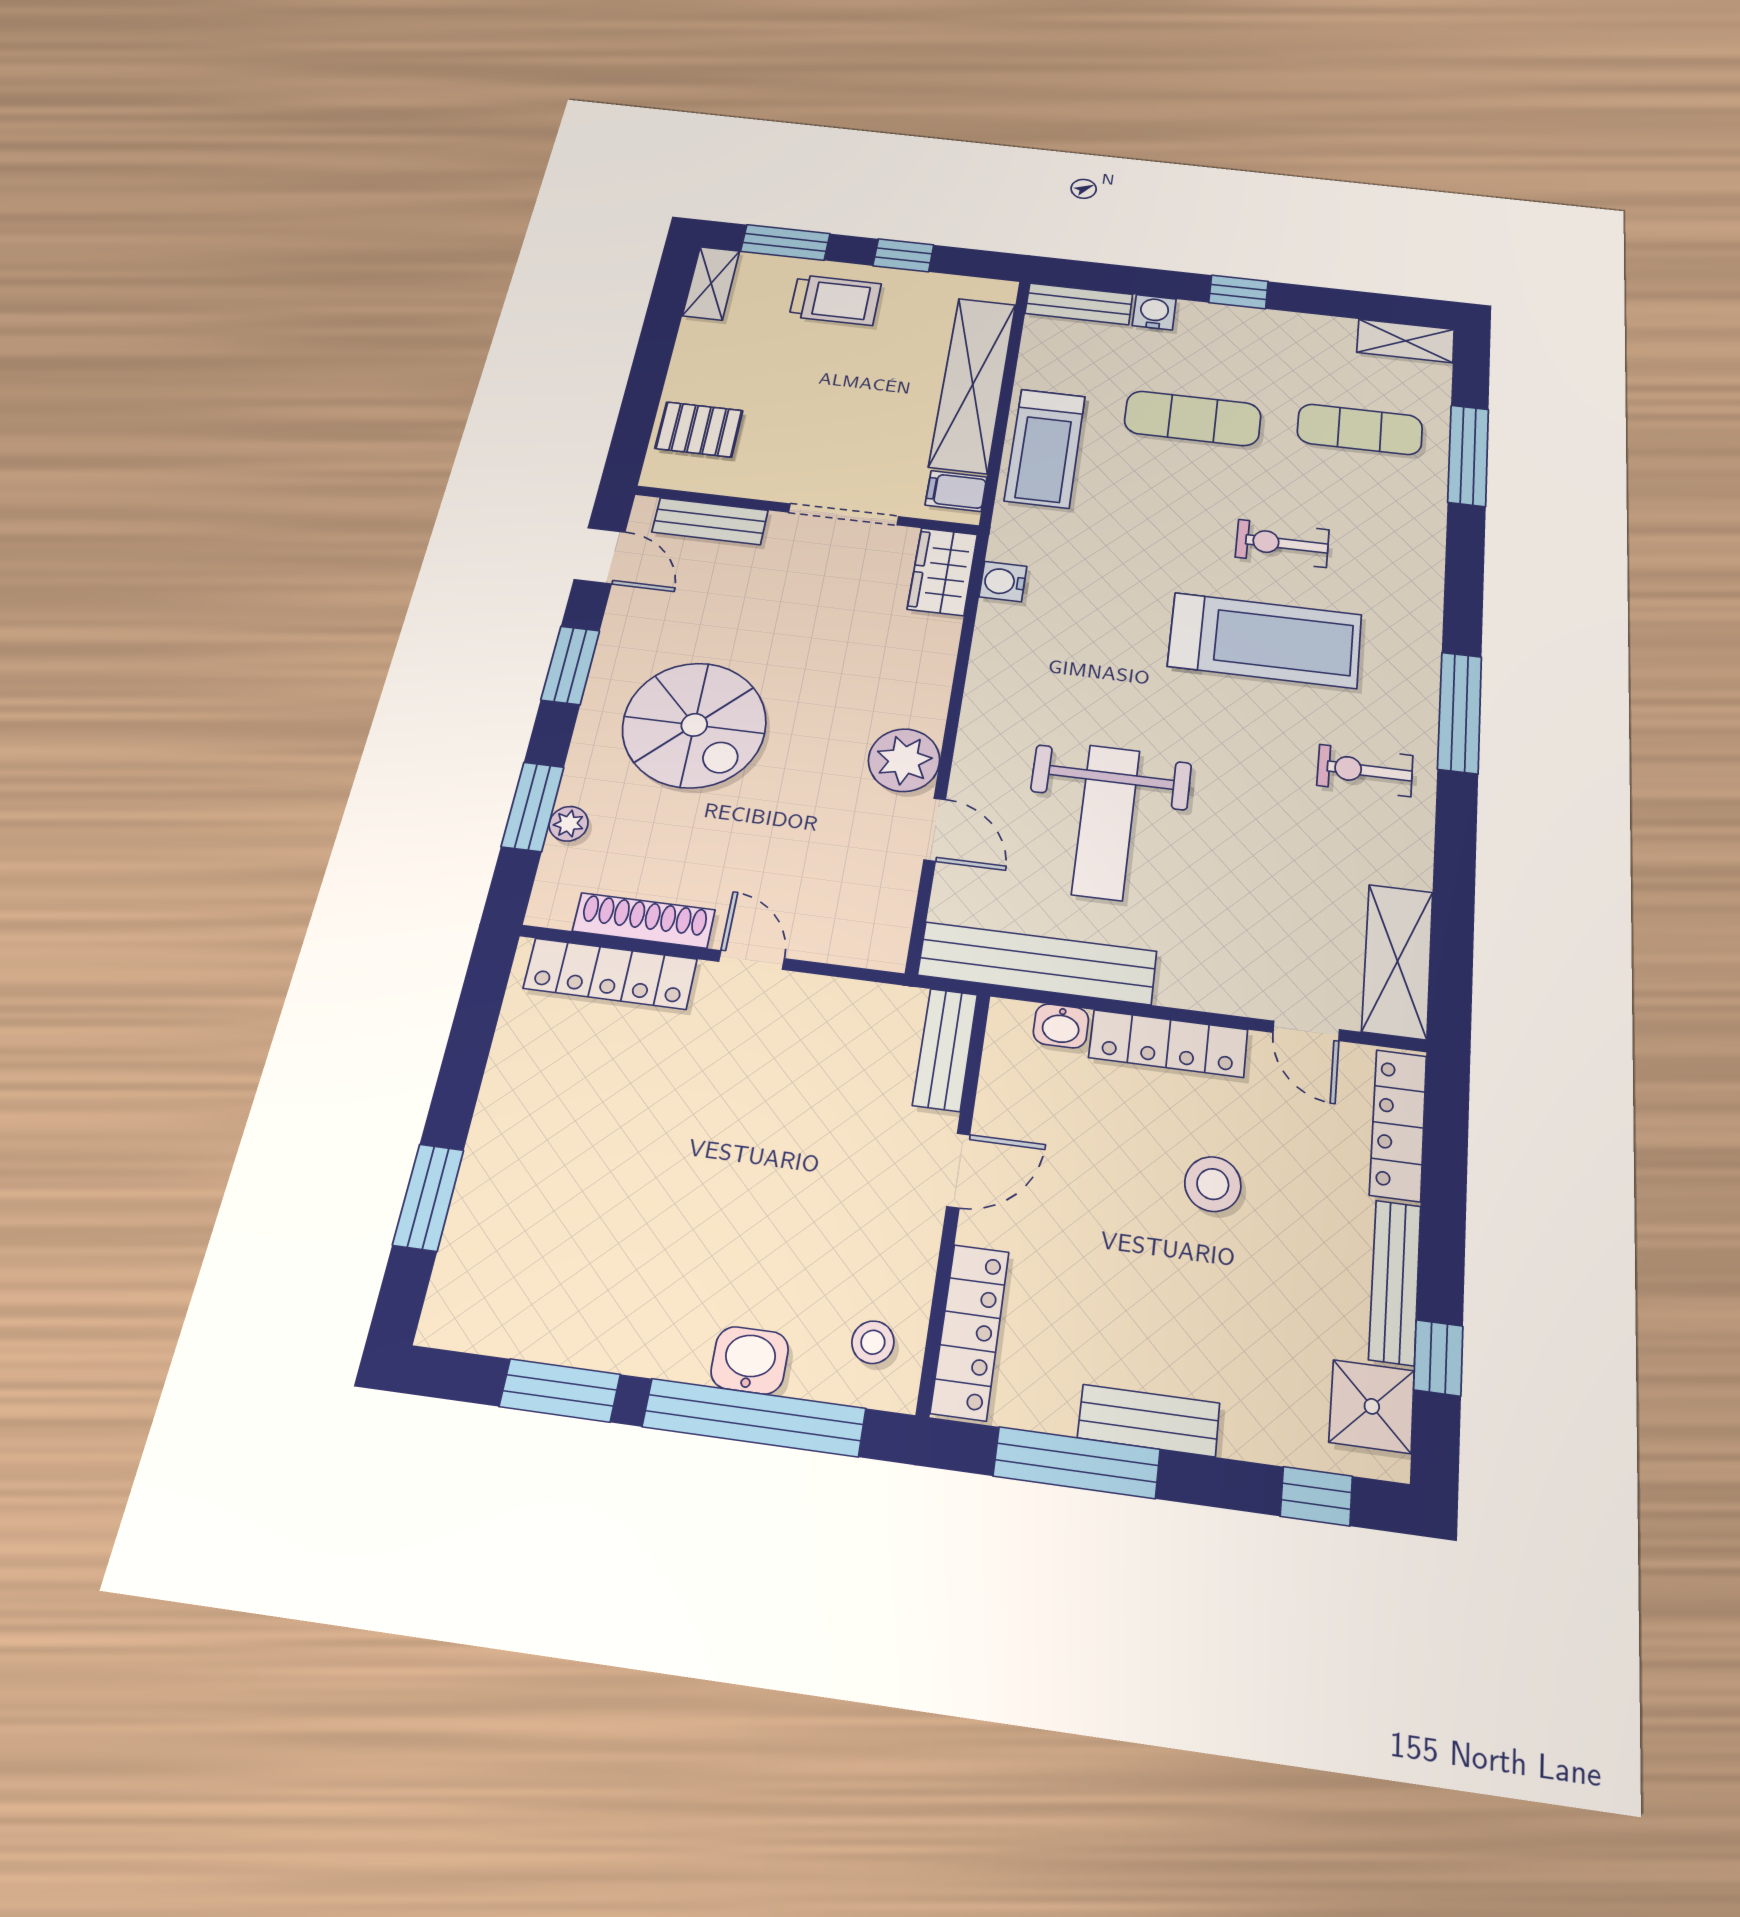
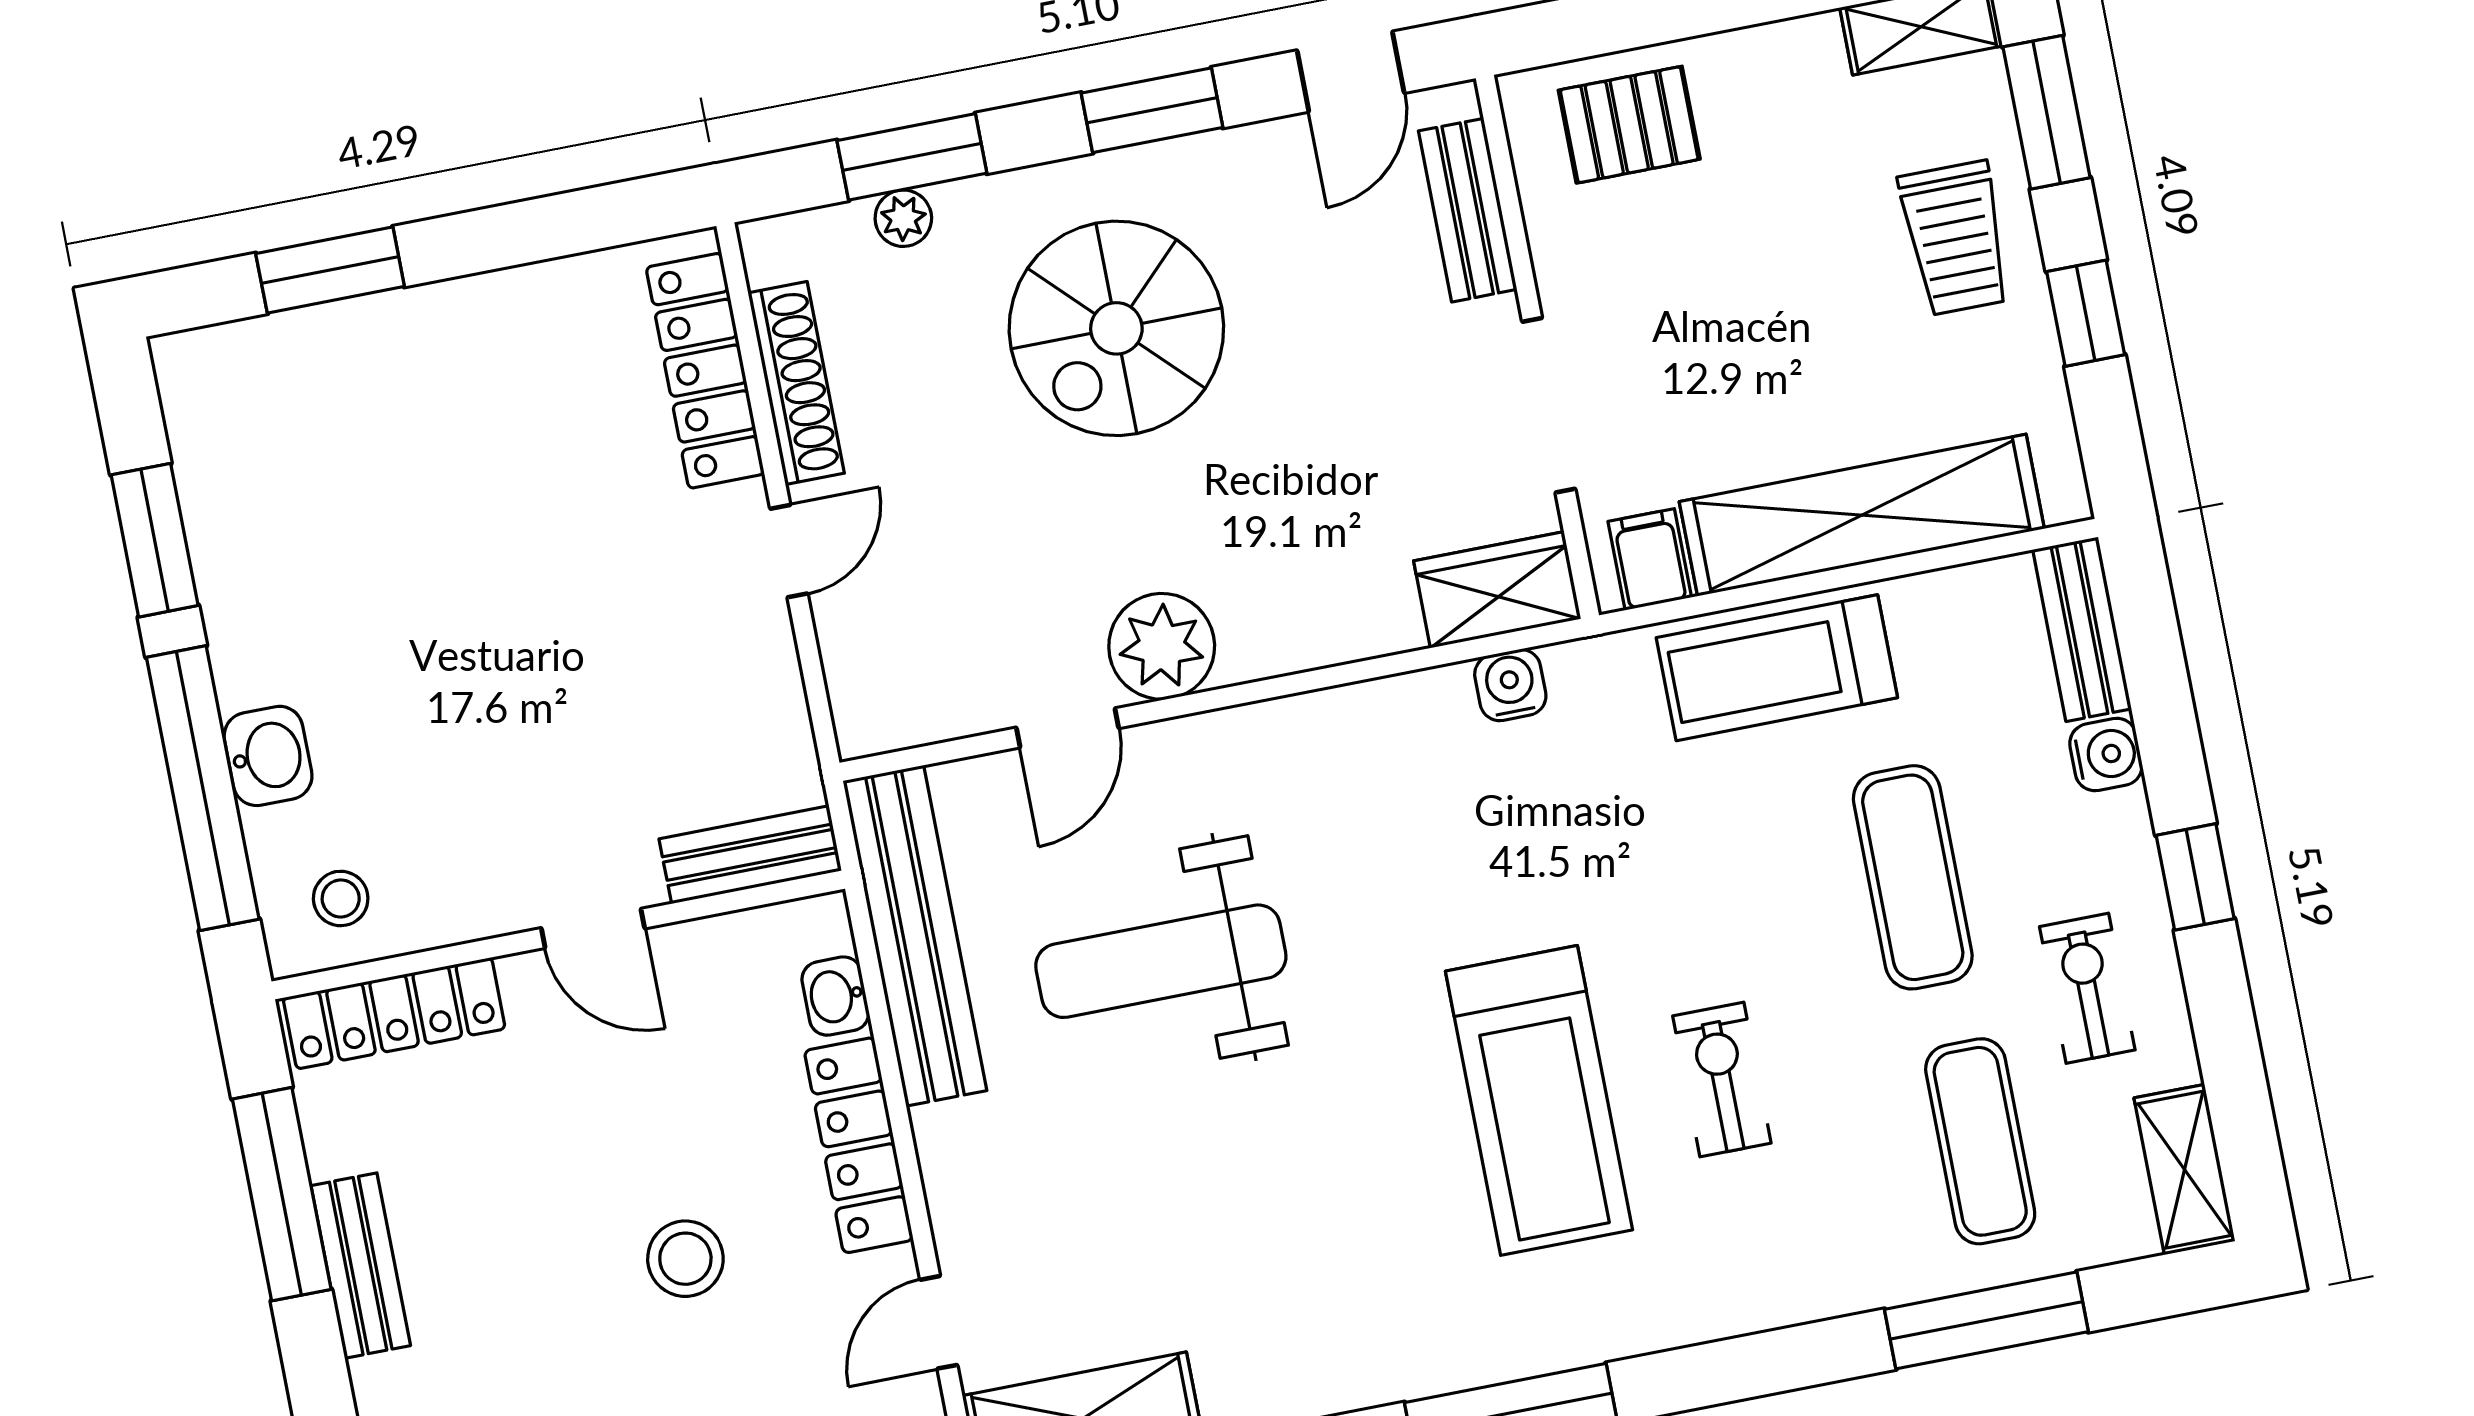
pallet: (699, 430) -> (1629, 125), turned 90
exercise bike: (1365, 770) -> (2087, 988), moved

